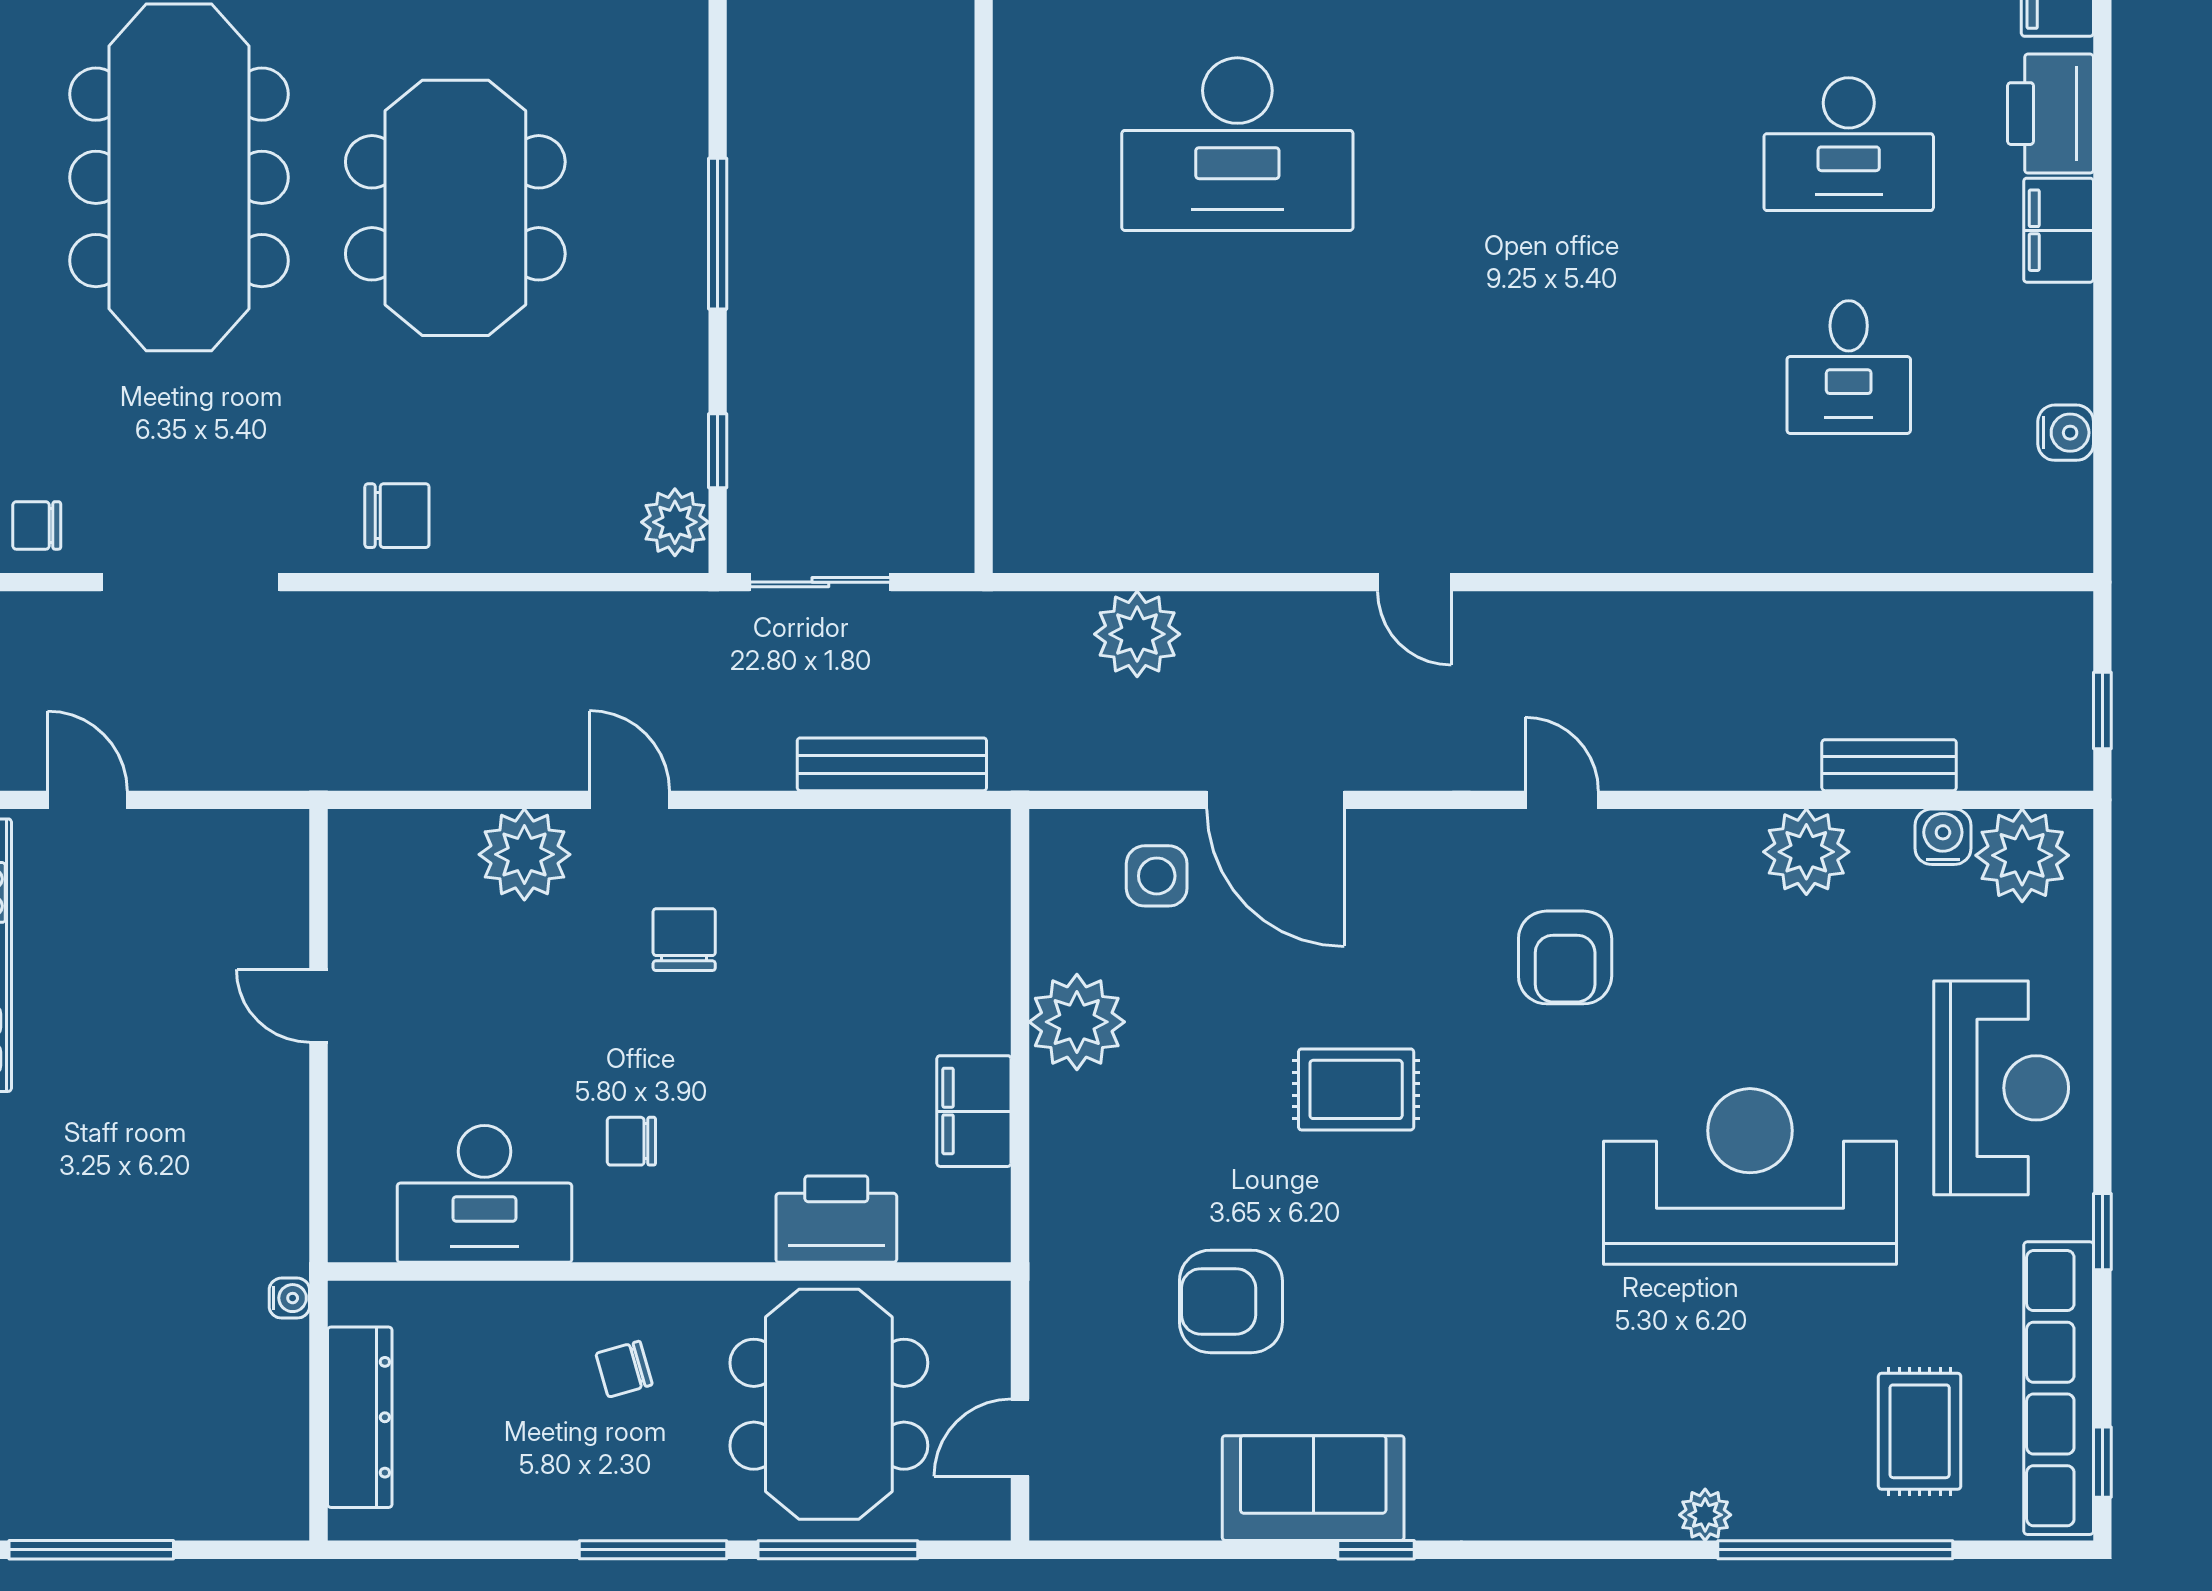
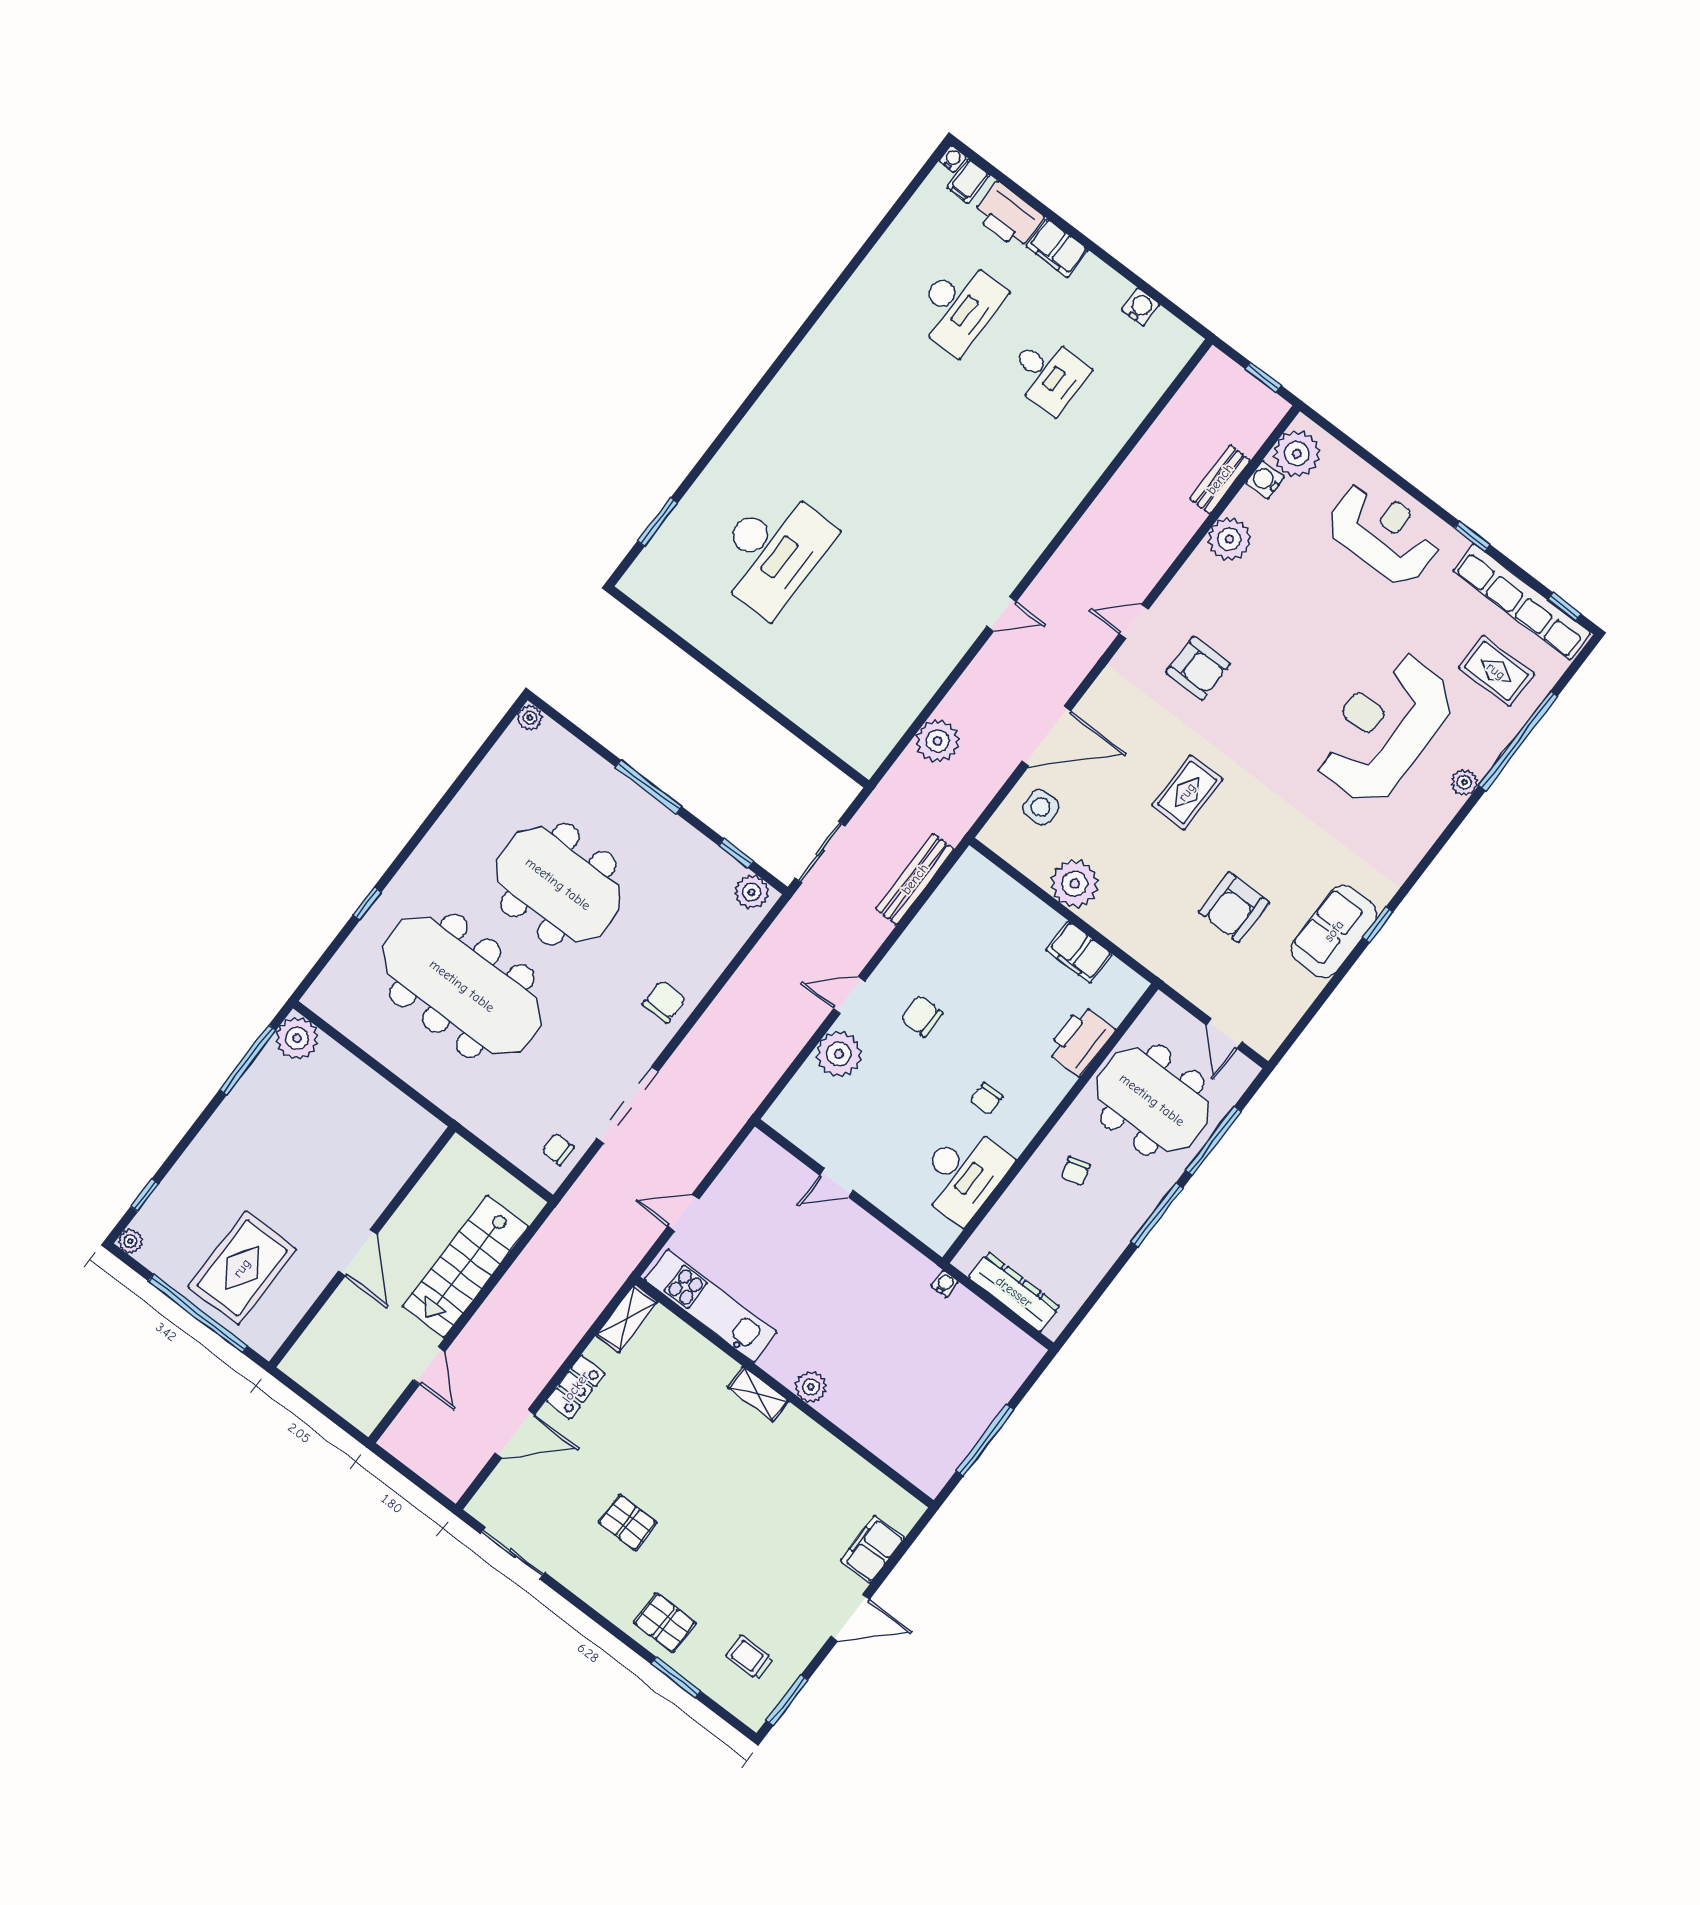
chair: (37, 525) -> (558, 1149), turned 90
reception desk: (1750, 1176) -> (1384, 728), moved

